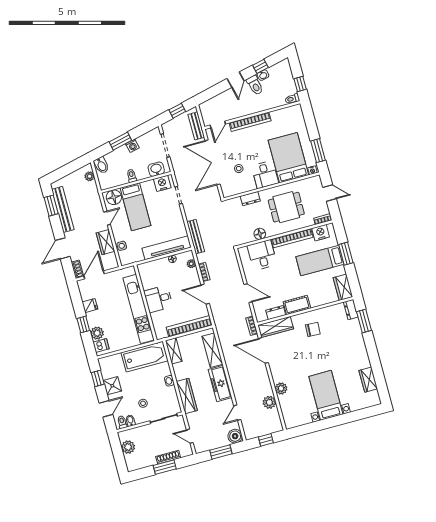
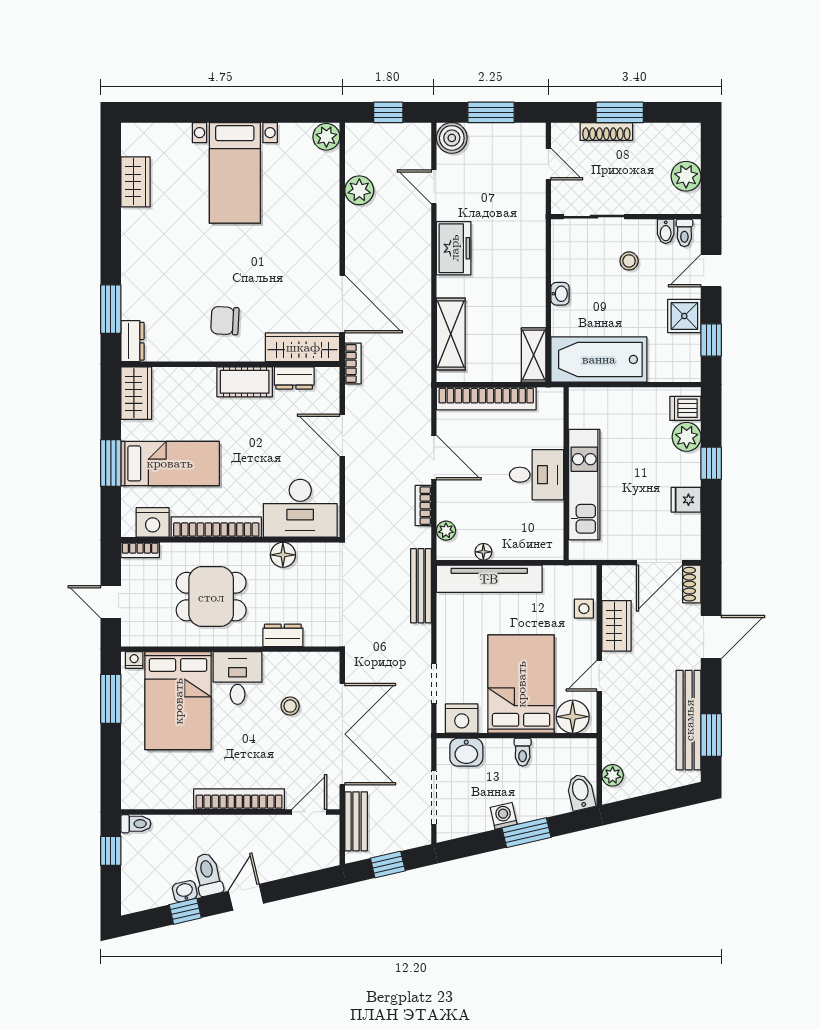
bed: (135, 207) -> (521, 684), width x1.50
desk: (262, 255) -> (300, 508), width x1.37
kitchen unit: (139, 309) -> (584, 485), width x0.73
freezer: (220, 383) -> (454, 248), width x0.71
plant: (281, 388) -> (326, 137), moved
wardrobe: (187, 396) -> (531, 251), removed
door: (237, 413) -> (434, 187), swing flipped

